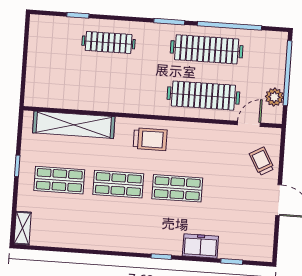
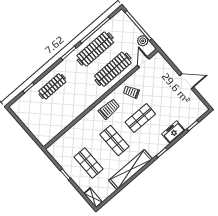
shelving: (74, 125) -> (131, 170), moved
trolley: (262, 161) -> (131, 92), moved
shop shelf: (59, 180) -> (89, 163), turned 90
shop shelf: (118, 184) -> (114, 141), turned 90

